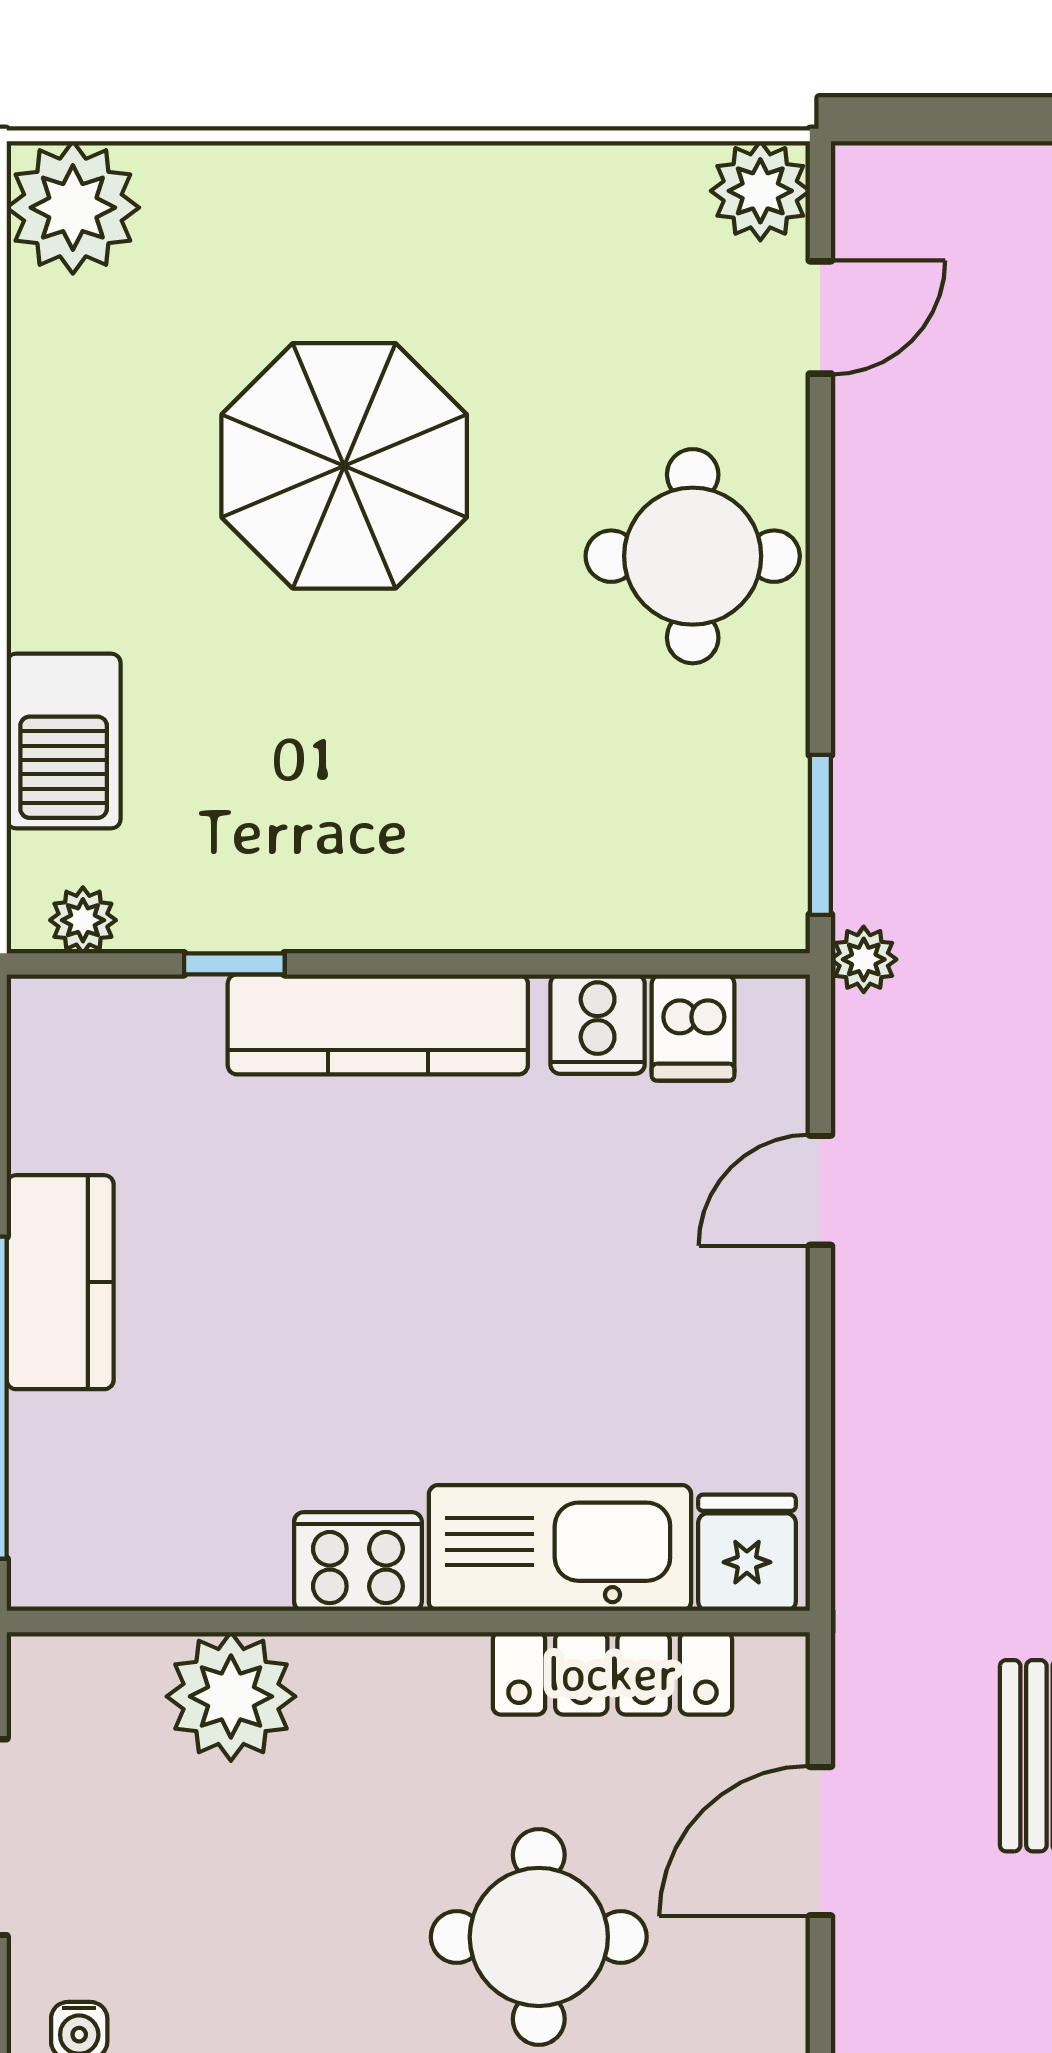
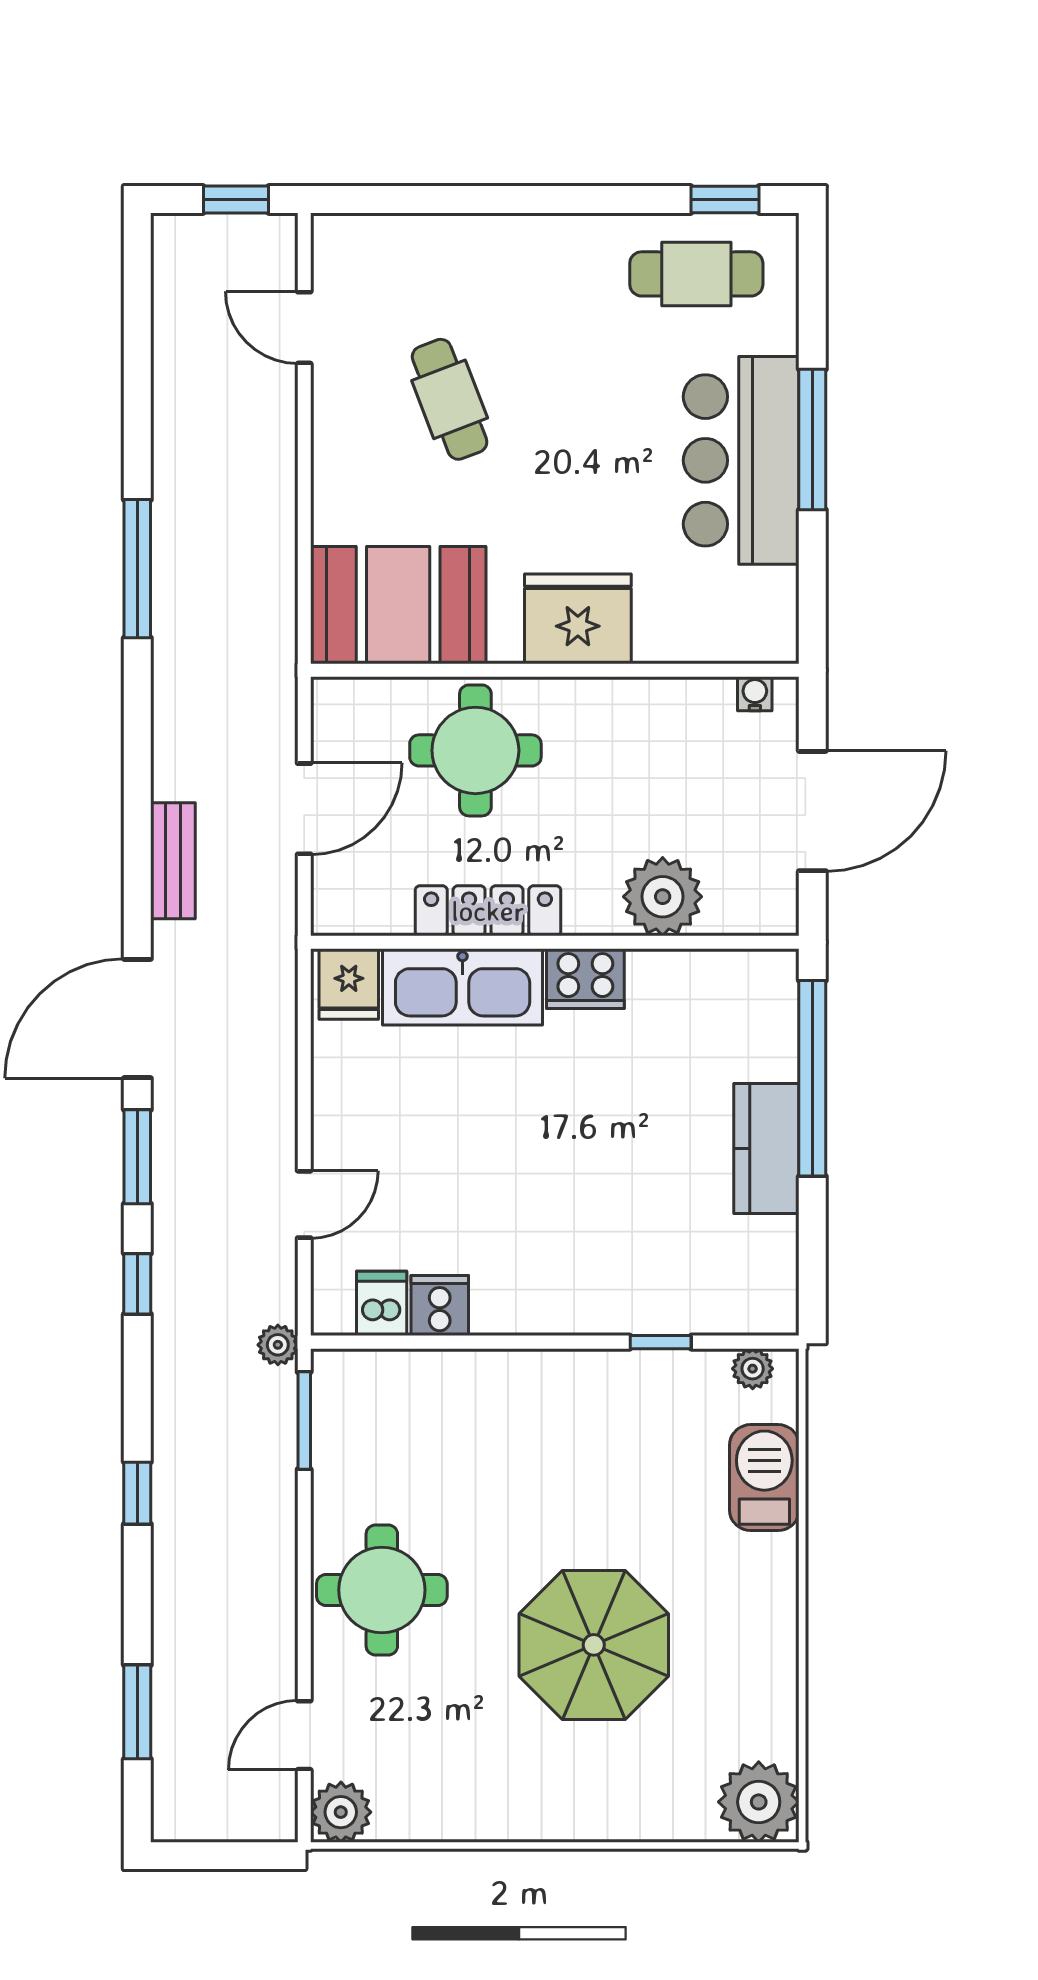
kitchen counter: (378, 1024) -> (573, 1305), removed
locker: (612, 1673) -> (488, 911), moved

